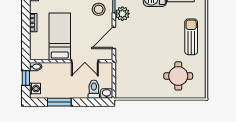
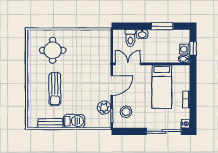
sun lounger: (191, 37) -> (55, 89), moved
double door: (85, 61) -> (128, 64), moved
washing machine: (35, 89) -> (185, 49), moved
washbasin: (107, 94) -> (142, 34), moved

